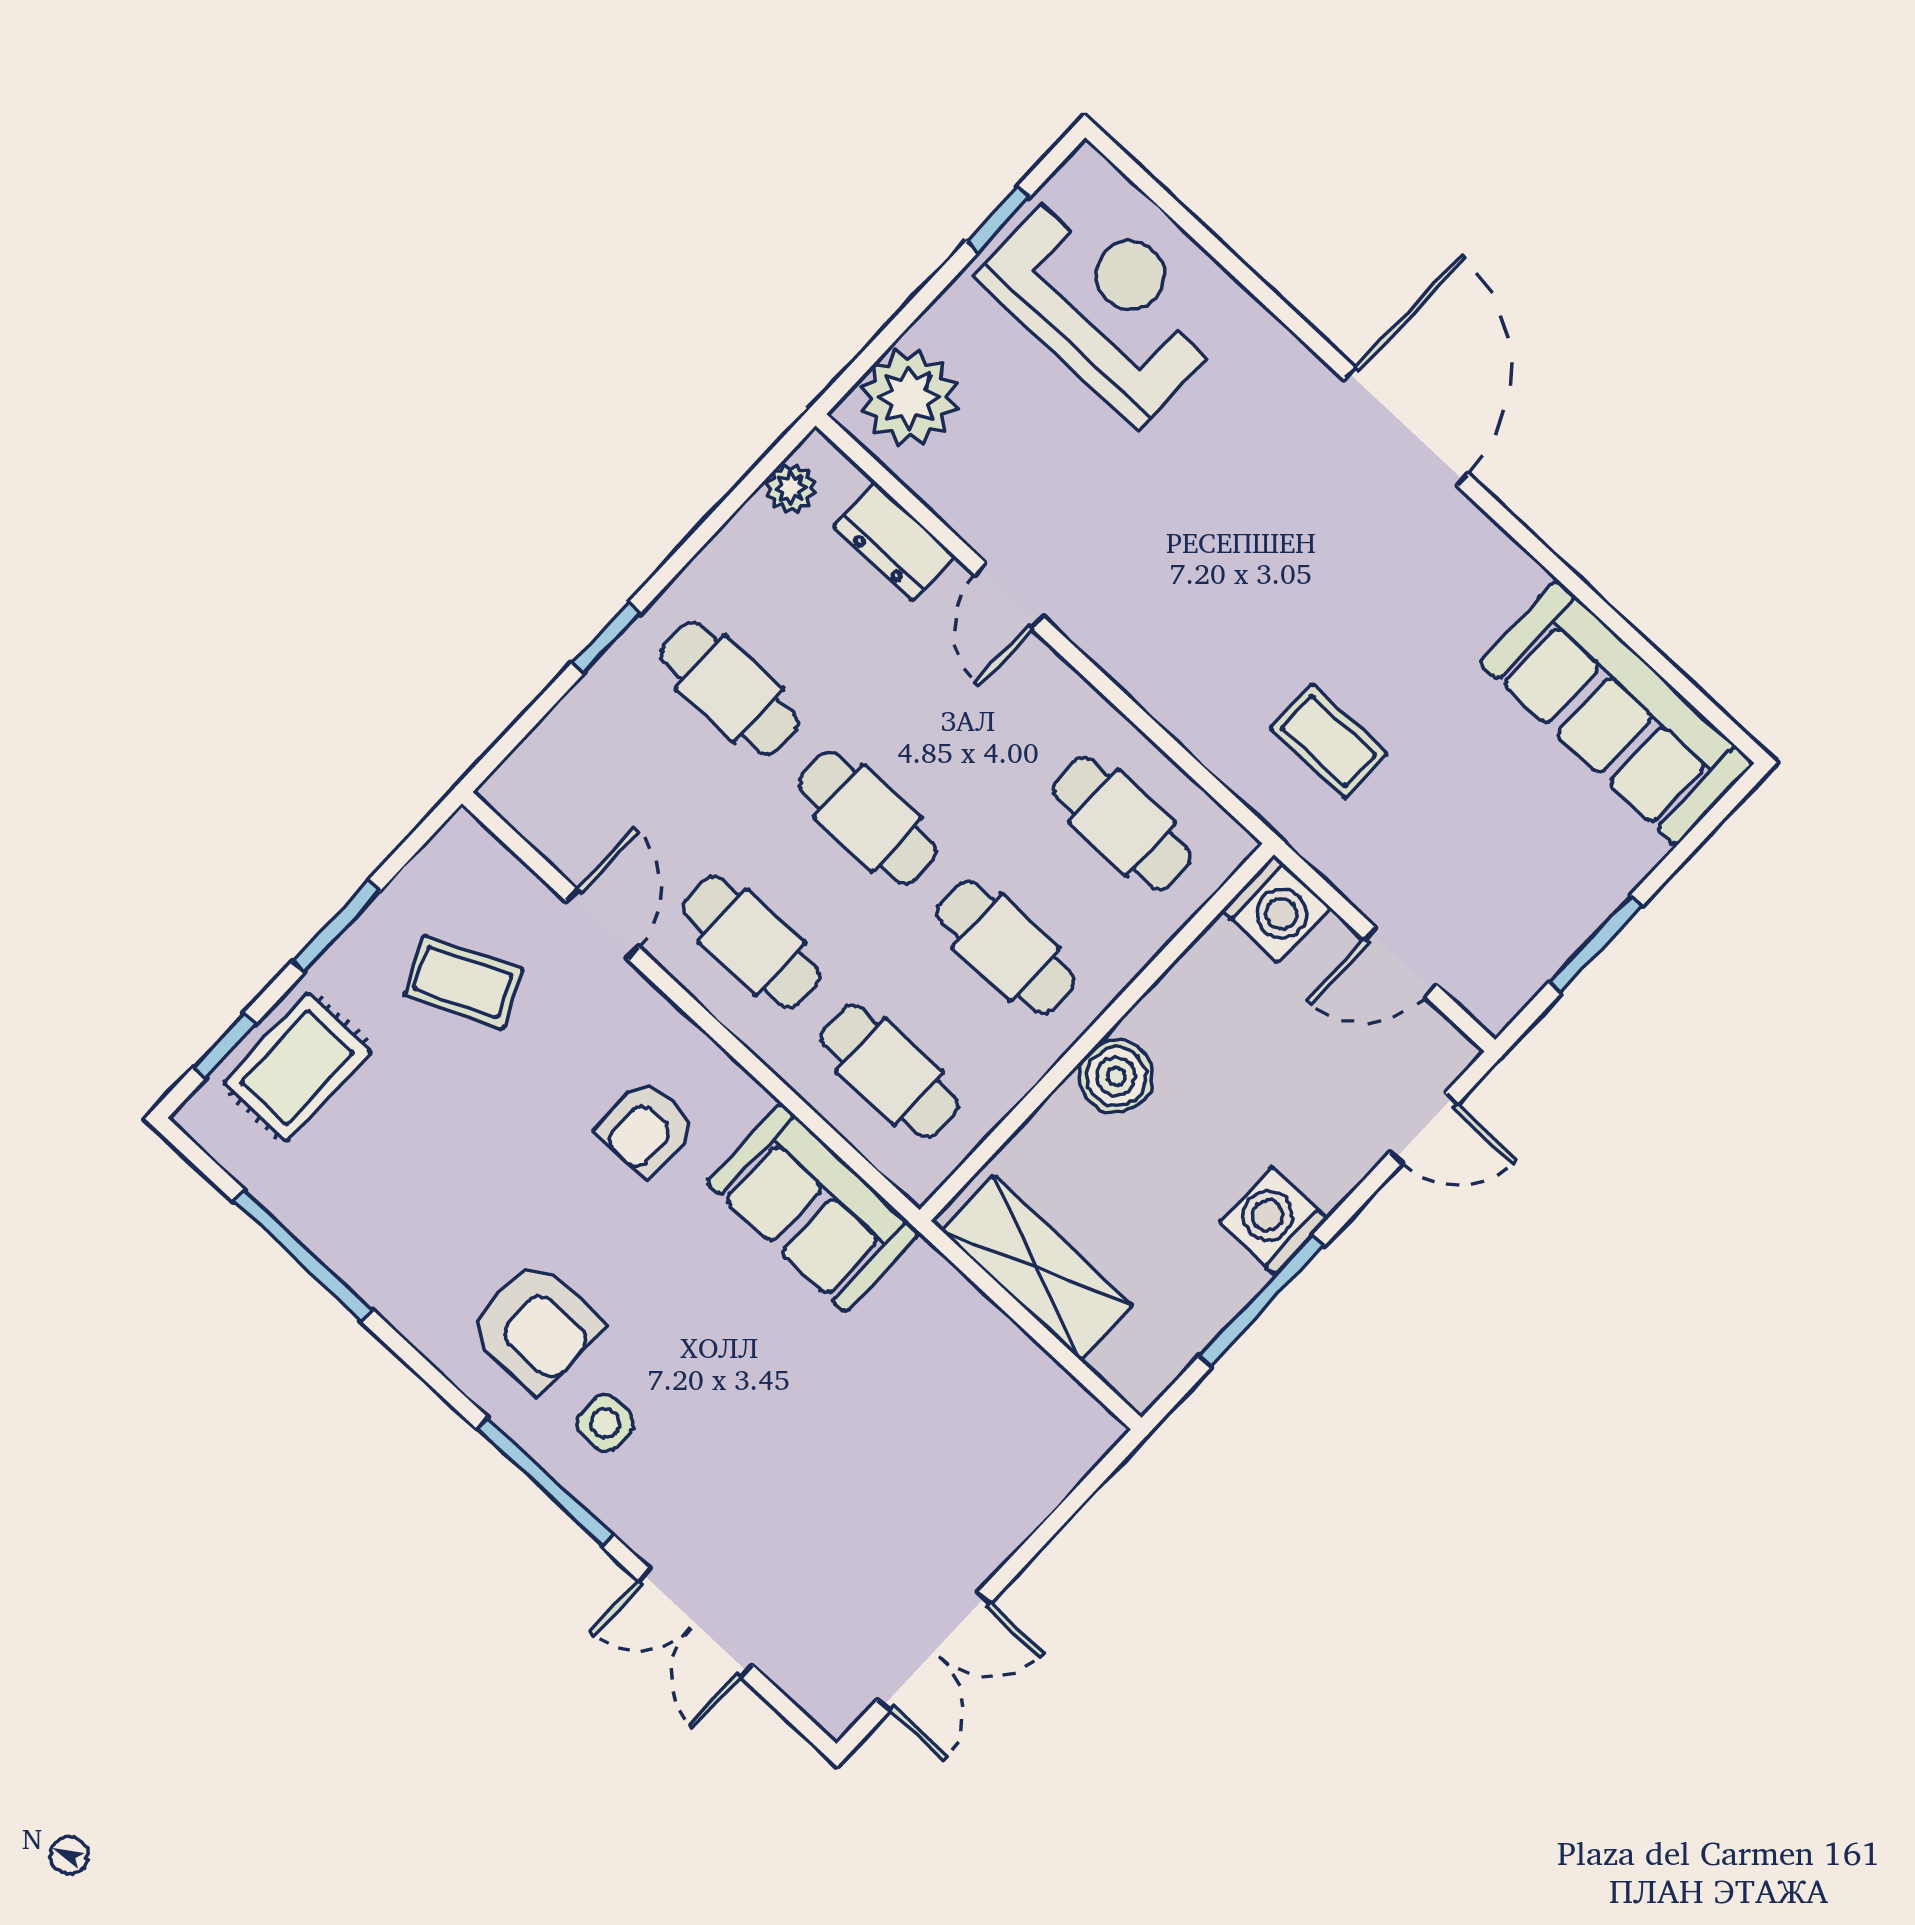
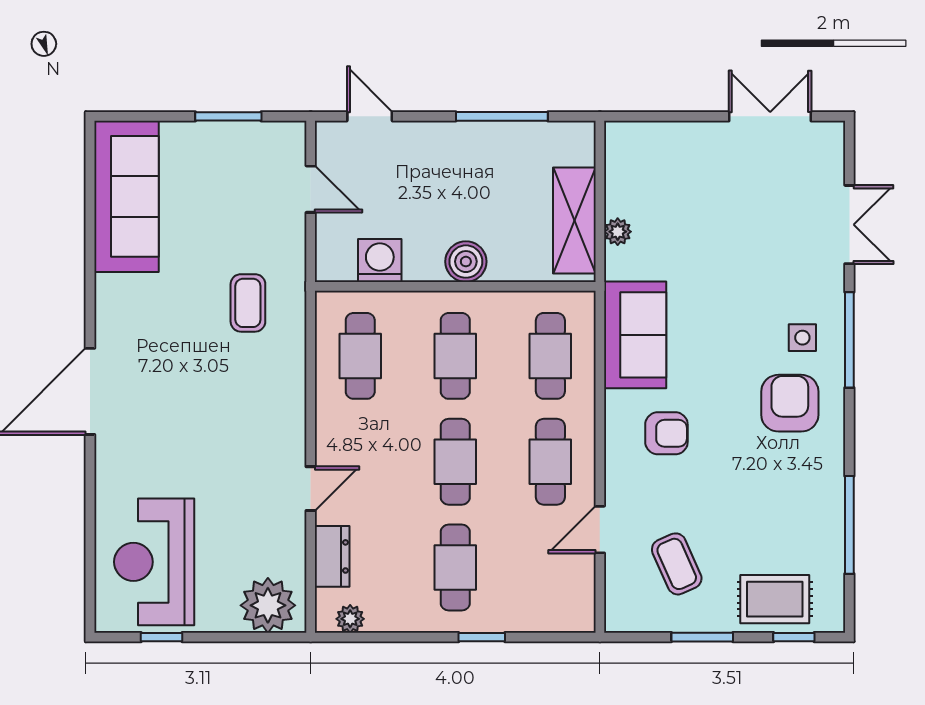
washing machine: (1276, 909) -> (380, 260), moved
washing machine: (1273, 1221) -> (465, 142), removed
plant: (969, 1311) -> (618, 232), added

